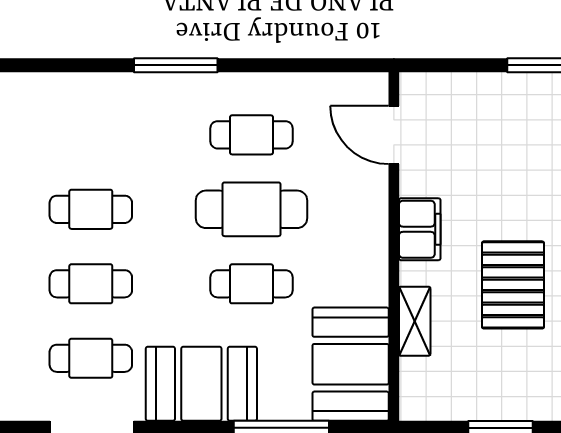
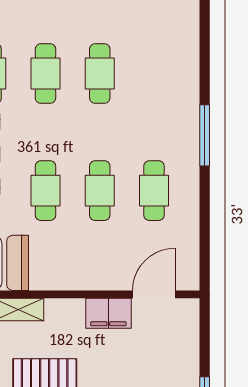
cafe table: (252, 209) -> (100, 191), width x0.73, depth x0.74
filing cabinet: (420, 229) -> (108, 313), moved

